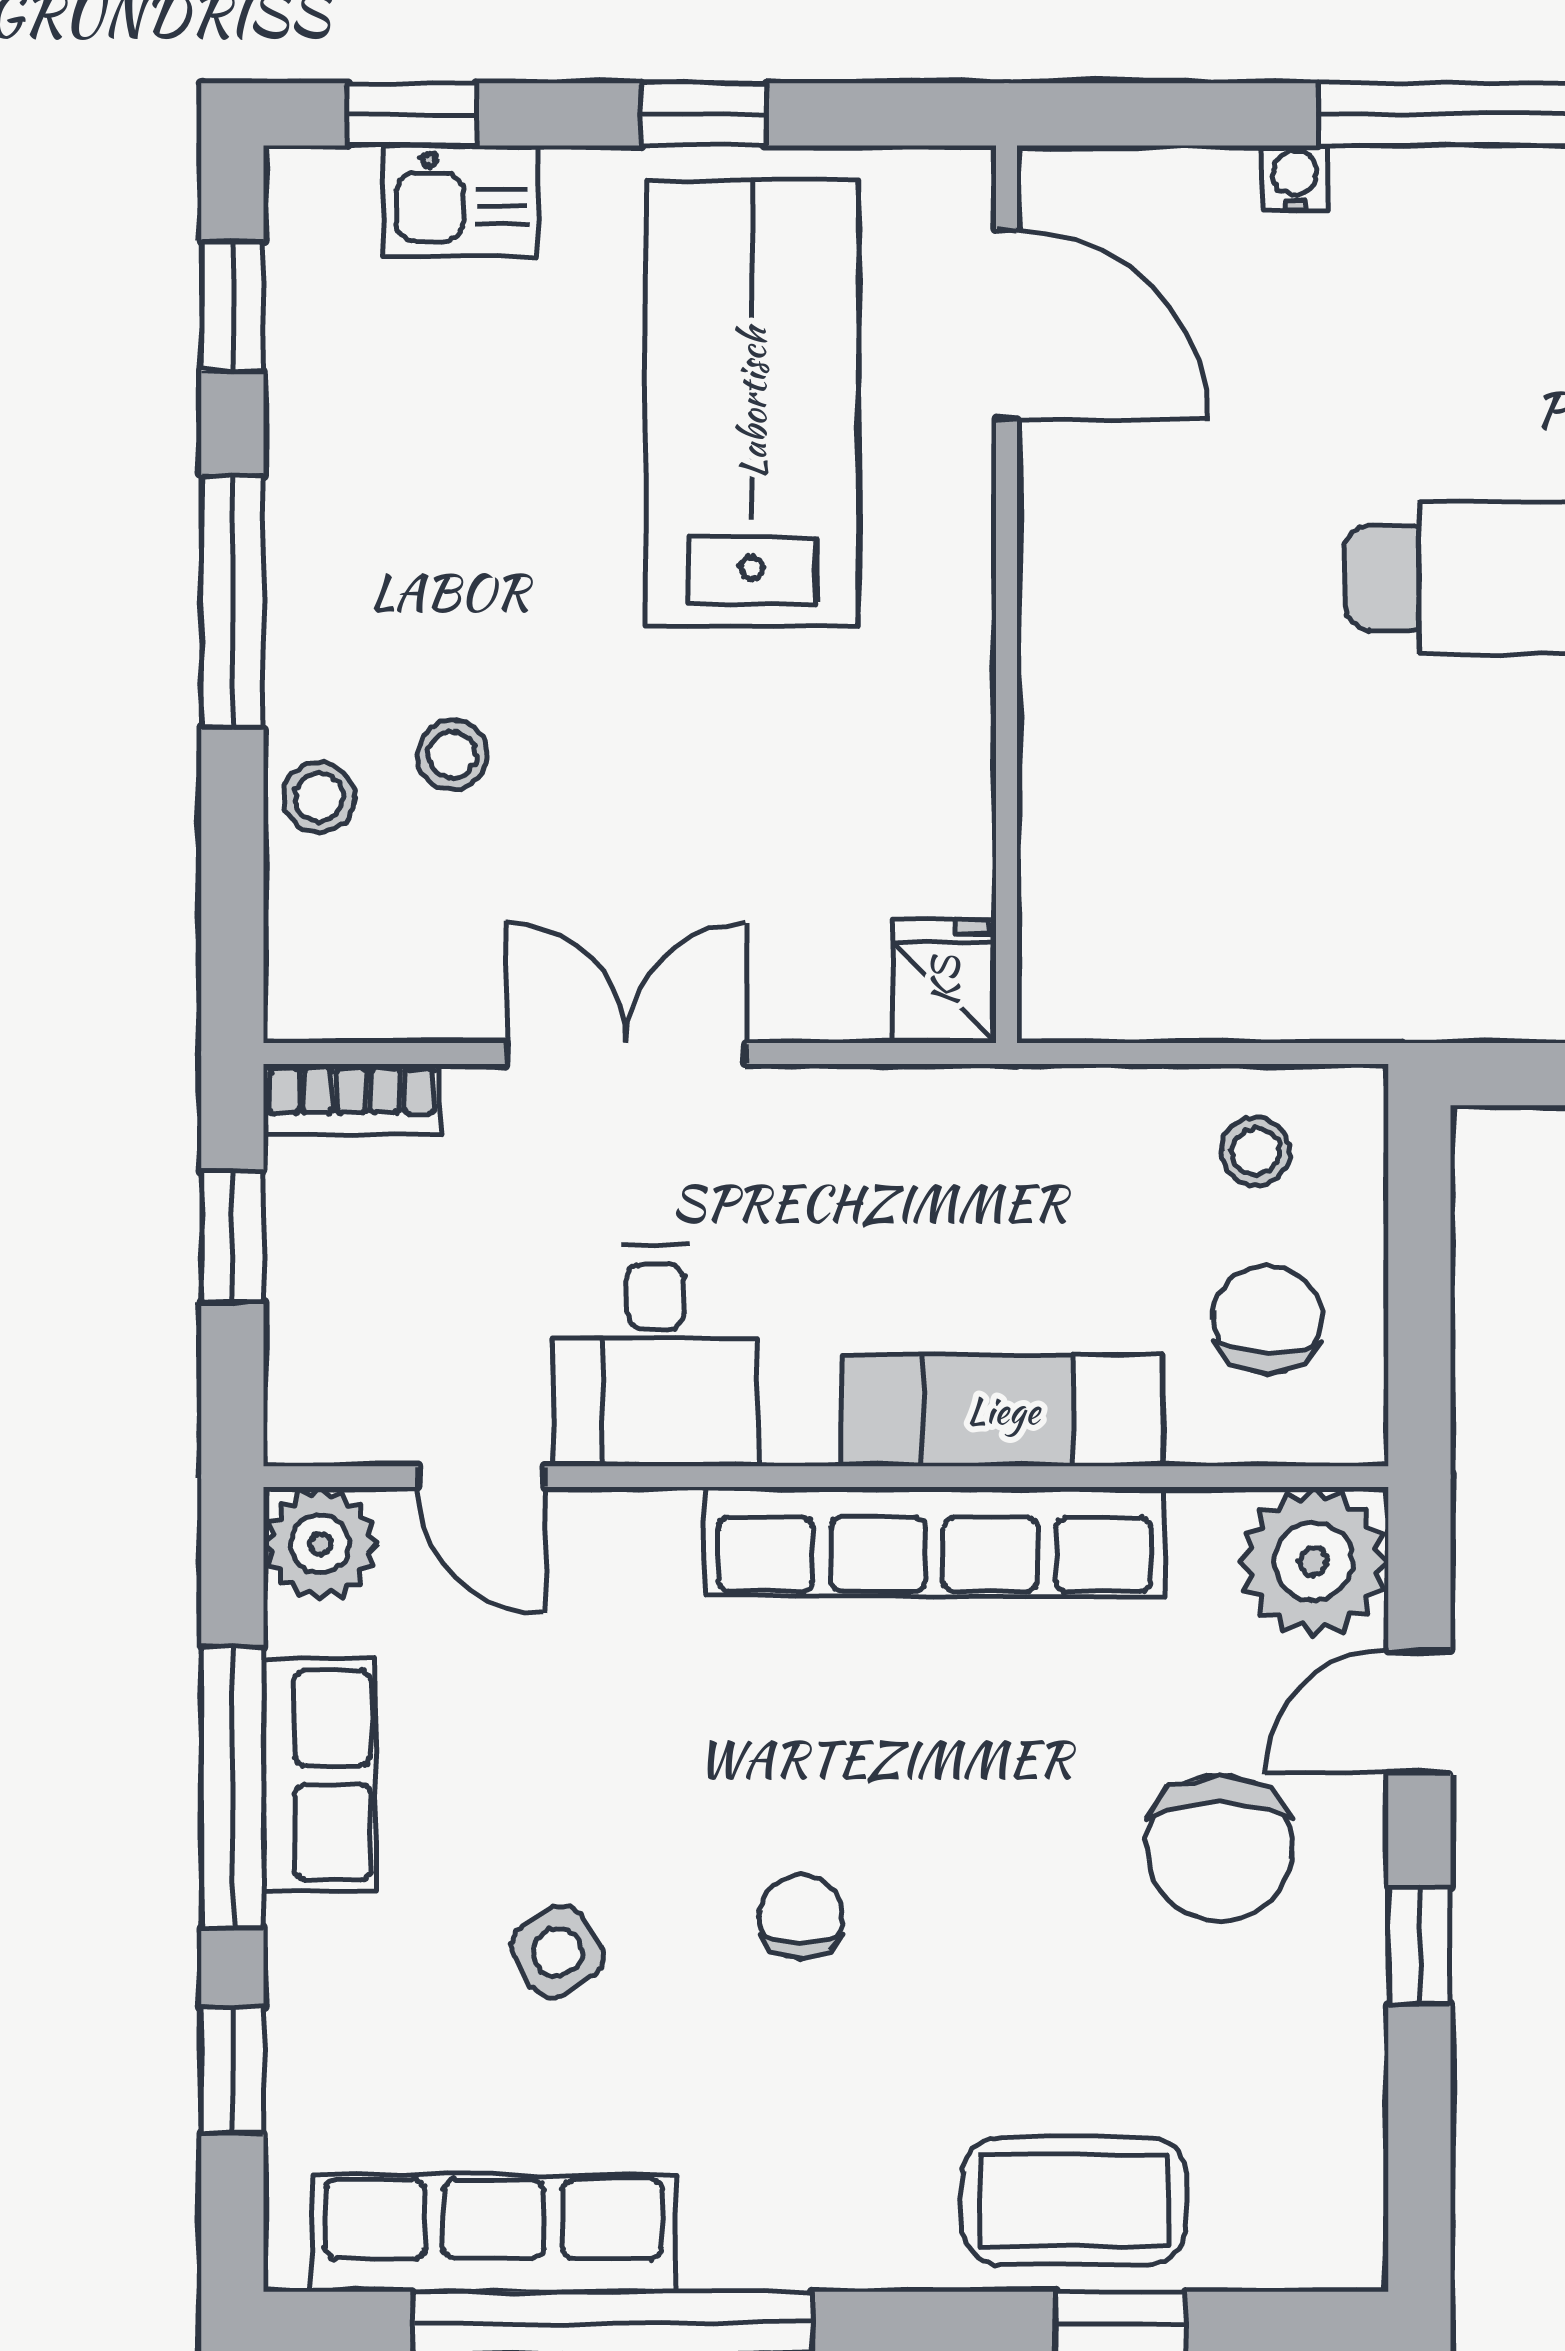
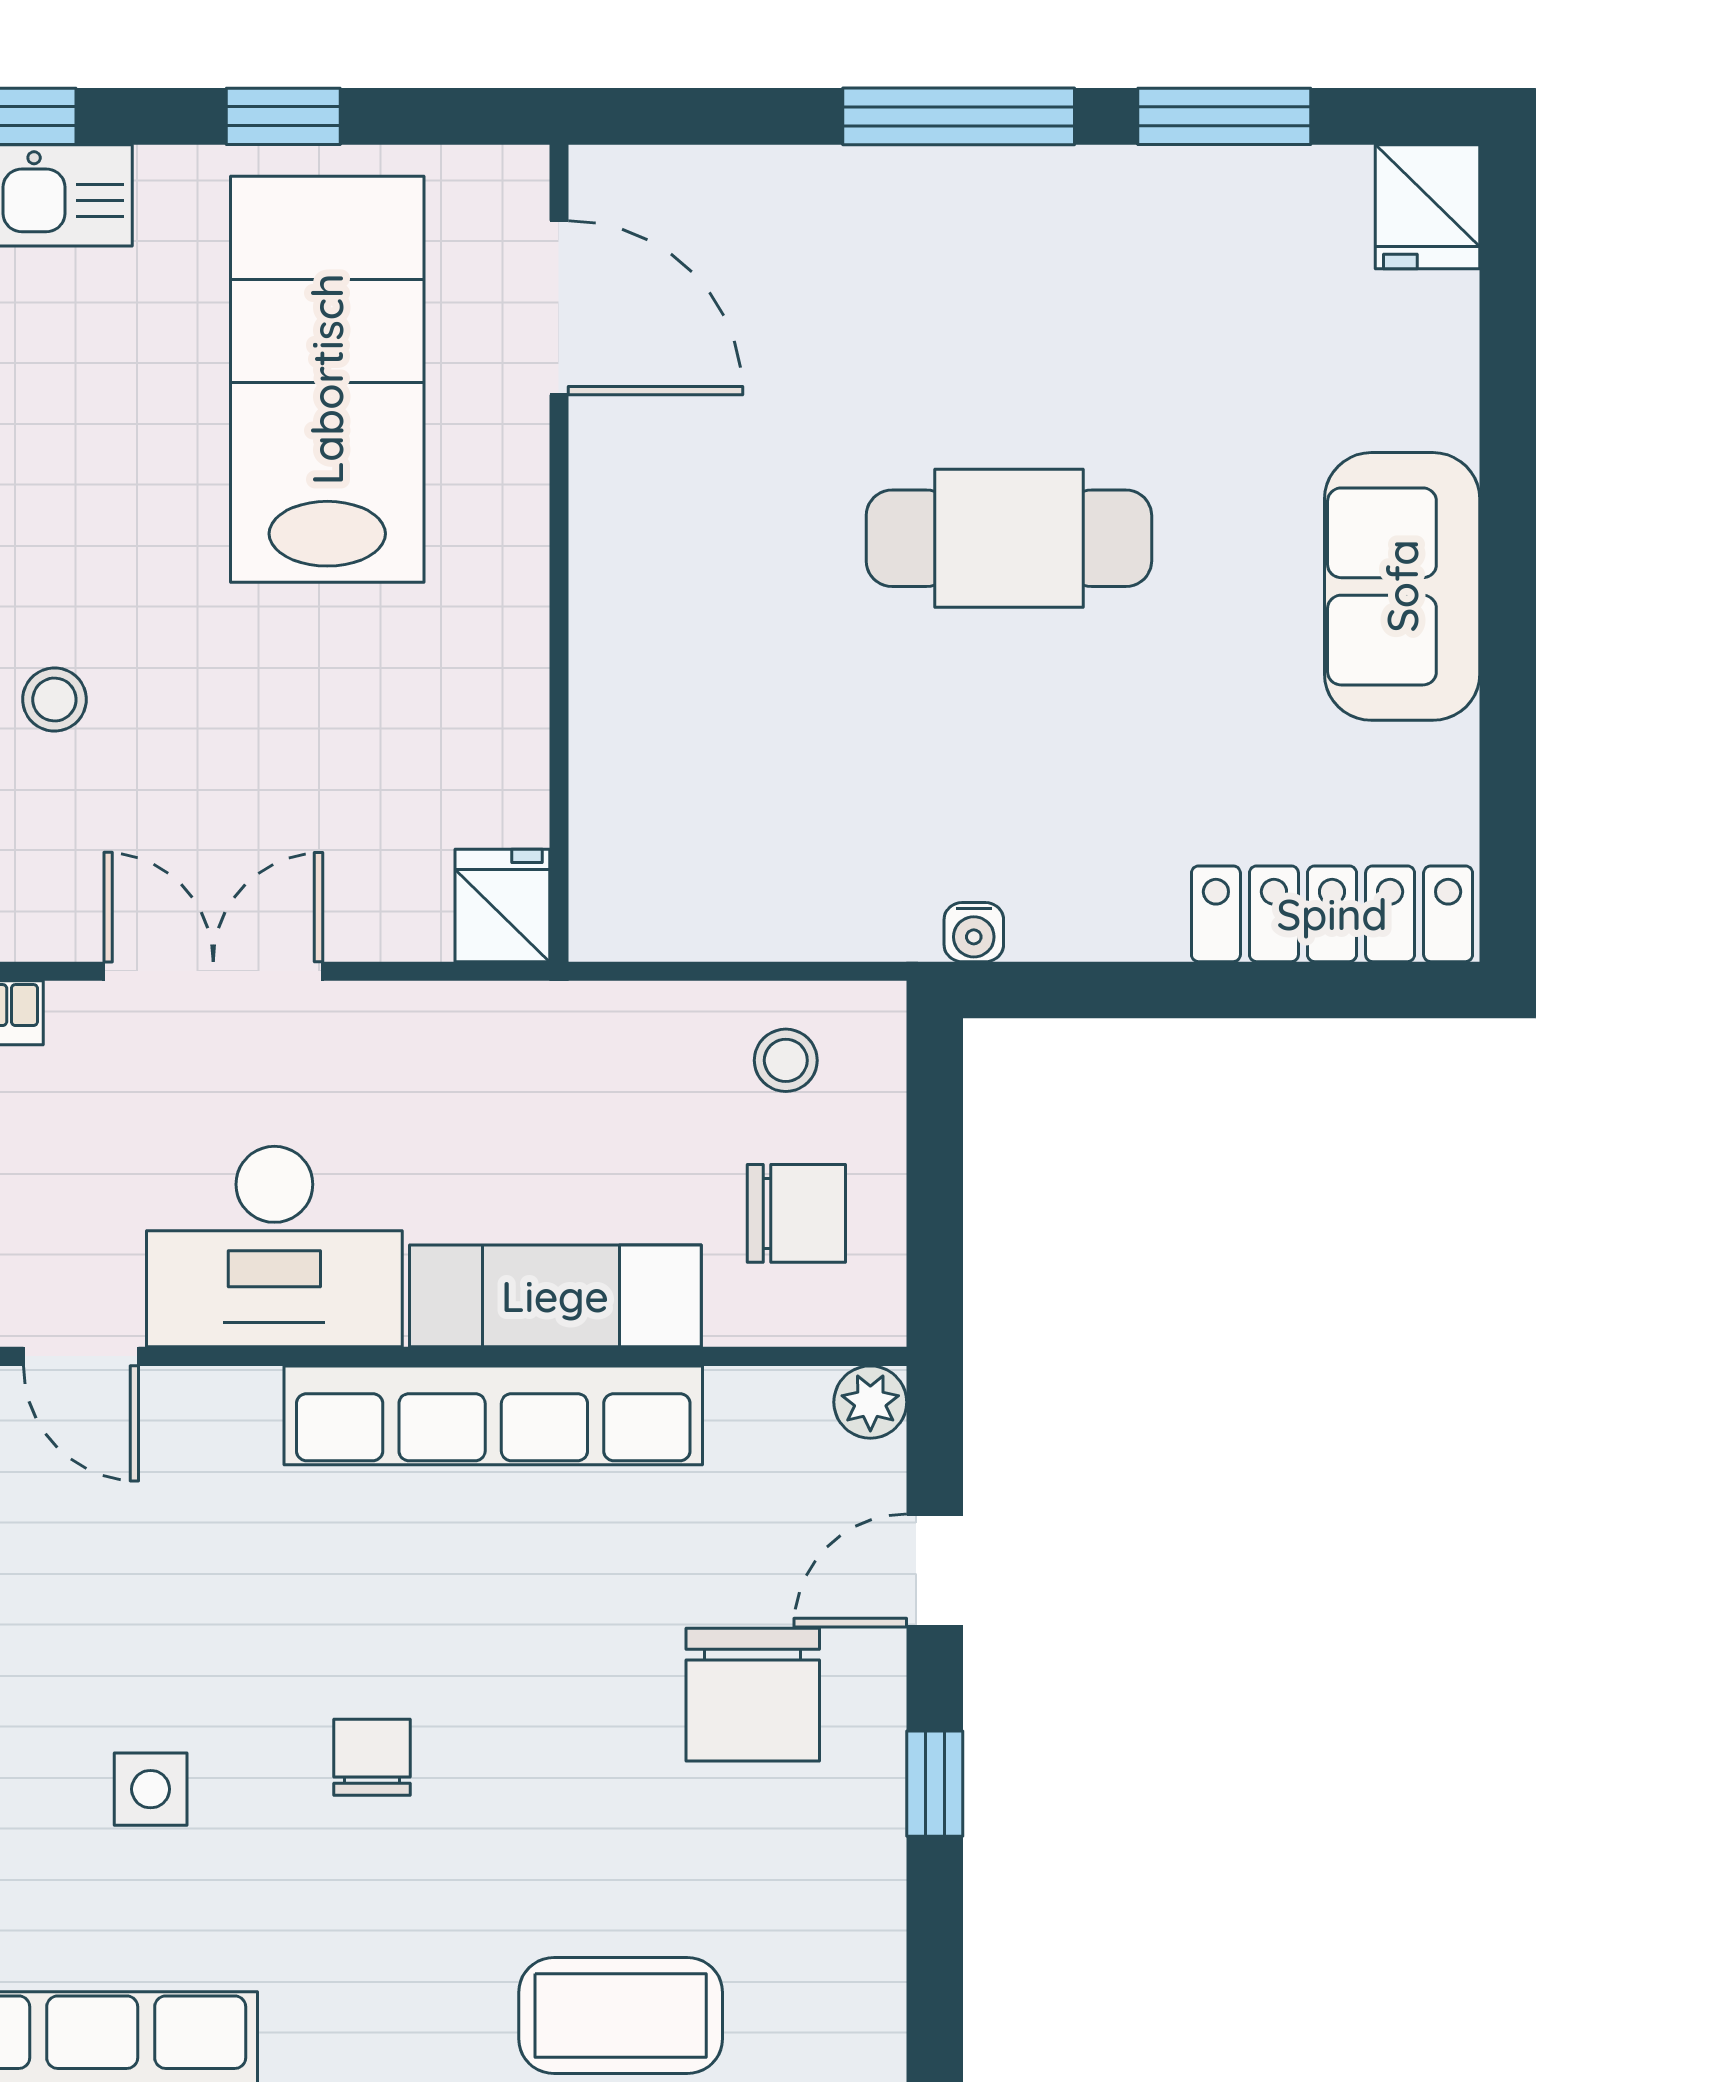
water cooler: (1295, 178) -> (974, 932), moved, turned 180
chair: (1267, 1320) -> (796, 1213), turned 90
desk: (656, 1356) -> (274, 1247), width x1.37
plant: (1314, 1562) -> (870, 1402), width x0.53, depth x0.53
side table: (558, 1952) -> (151, 1789), turned 31

